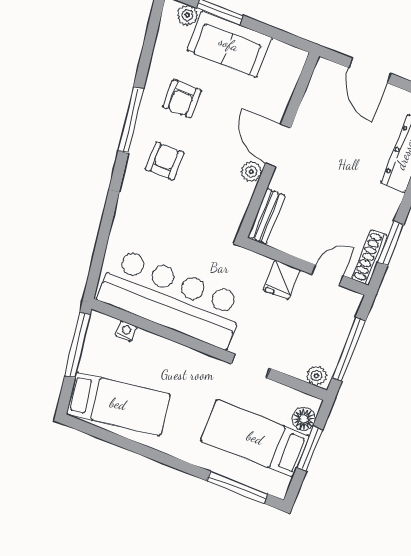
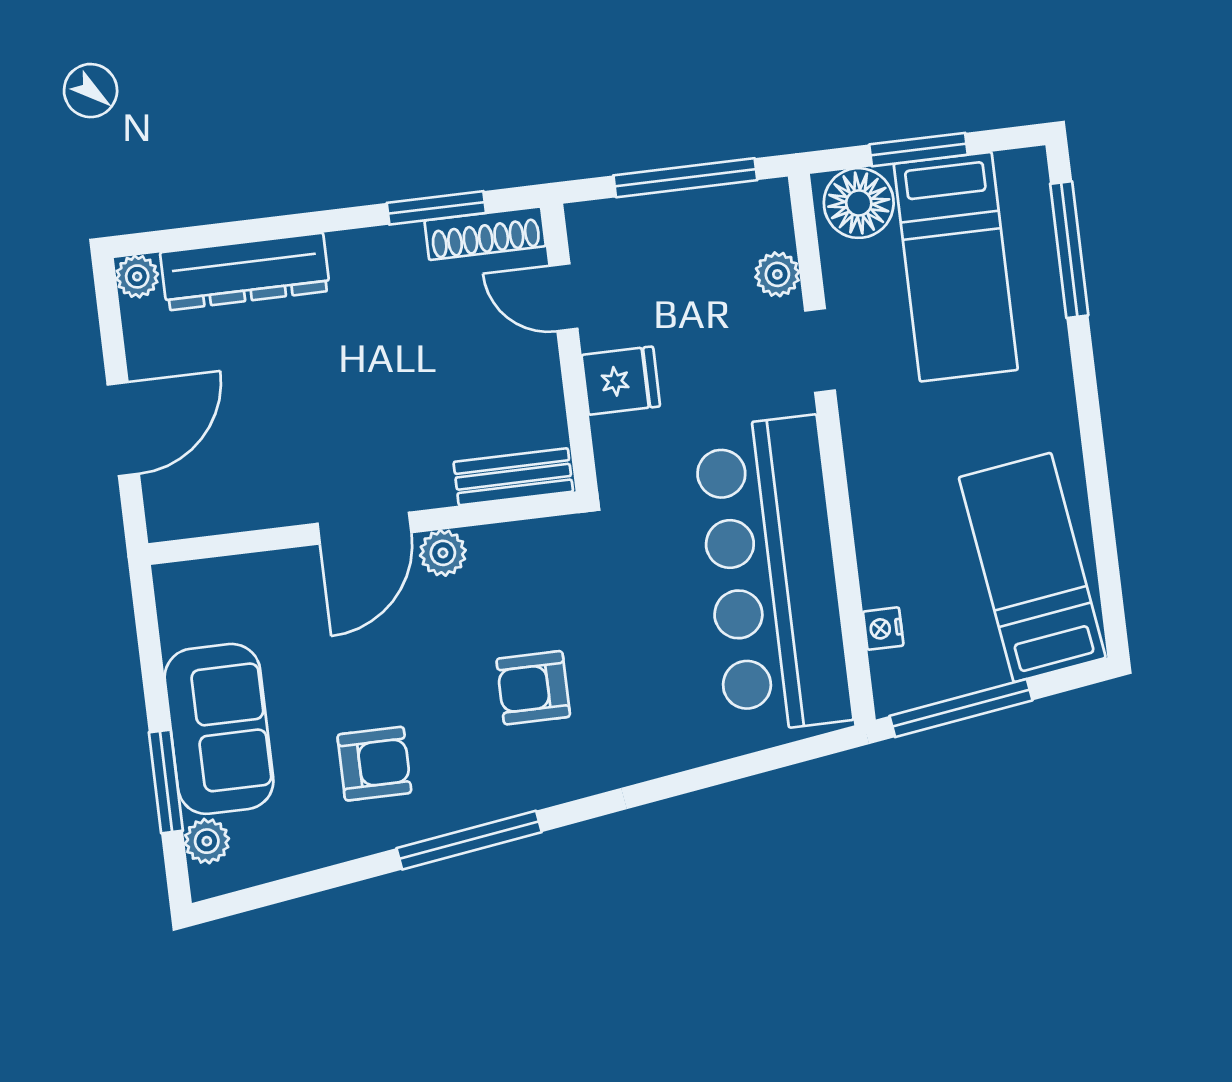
armchair: (165, 161) -> (533, 688), moved
plant: (316, 376) -> (777, 274), moved
floor lamp: (304, 419) -> (859, 203), width x1.38, depth x1.38

